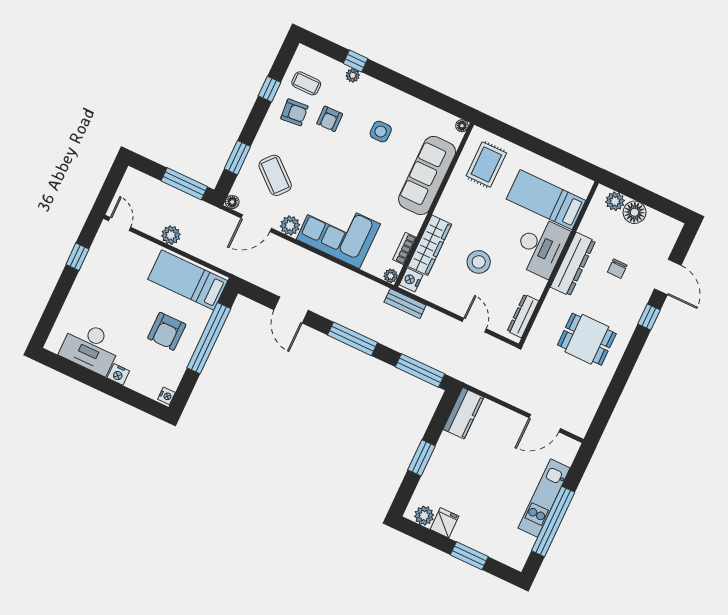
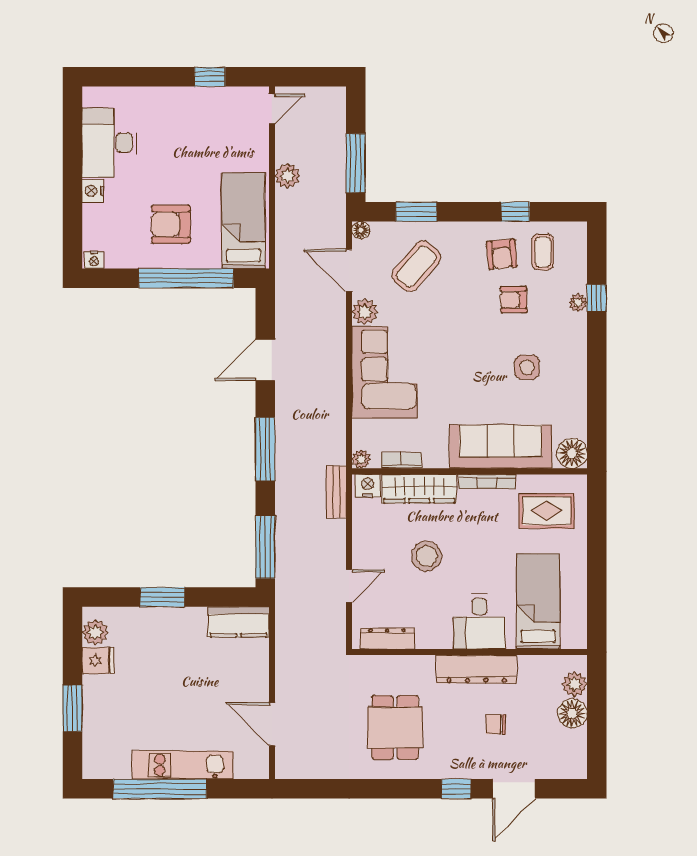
floor lamp: (462, 126) -> (572, 453), width x1.89, depth x1.89
bookcase: (447, 196) -> (487, 482), added
desk: (541, 247) -> (479, 621), width x0.73

